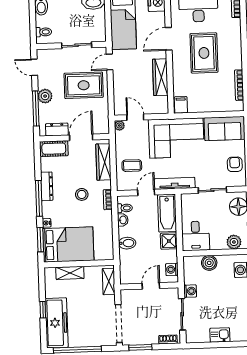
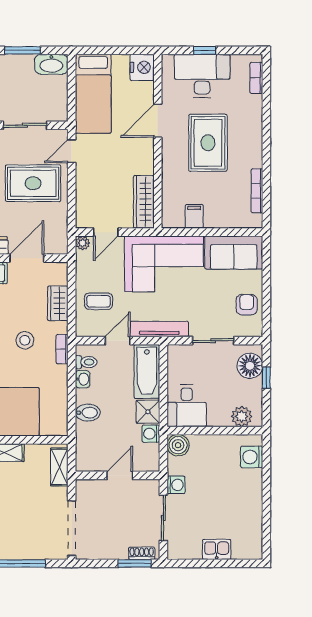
wardrobe: (160, 77) -> (144, 202), moved
filing cabinet: (181, 105) -> (194, 216), moved
door: (135, 117) -> (106, 232), swing flipped
wardrobe: (103, 162) -> (58, 303), width x0.67
boiler: (209, 263) -> (178, 445), moved
washing machine: (172, 269) -> (151, 434), moved
window: (140, 347) -> (135, 563), moved

